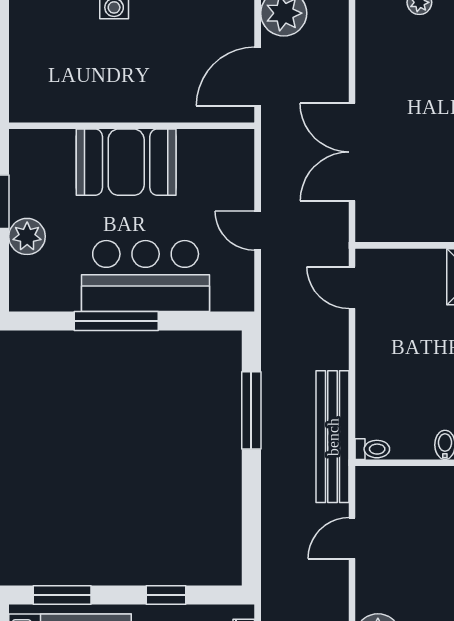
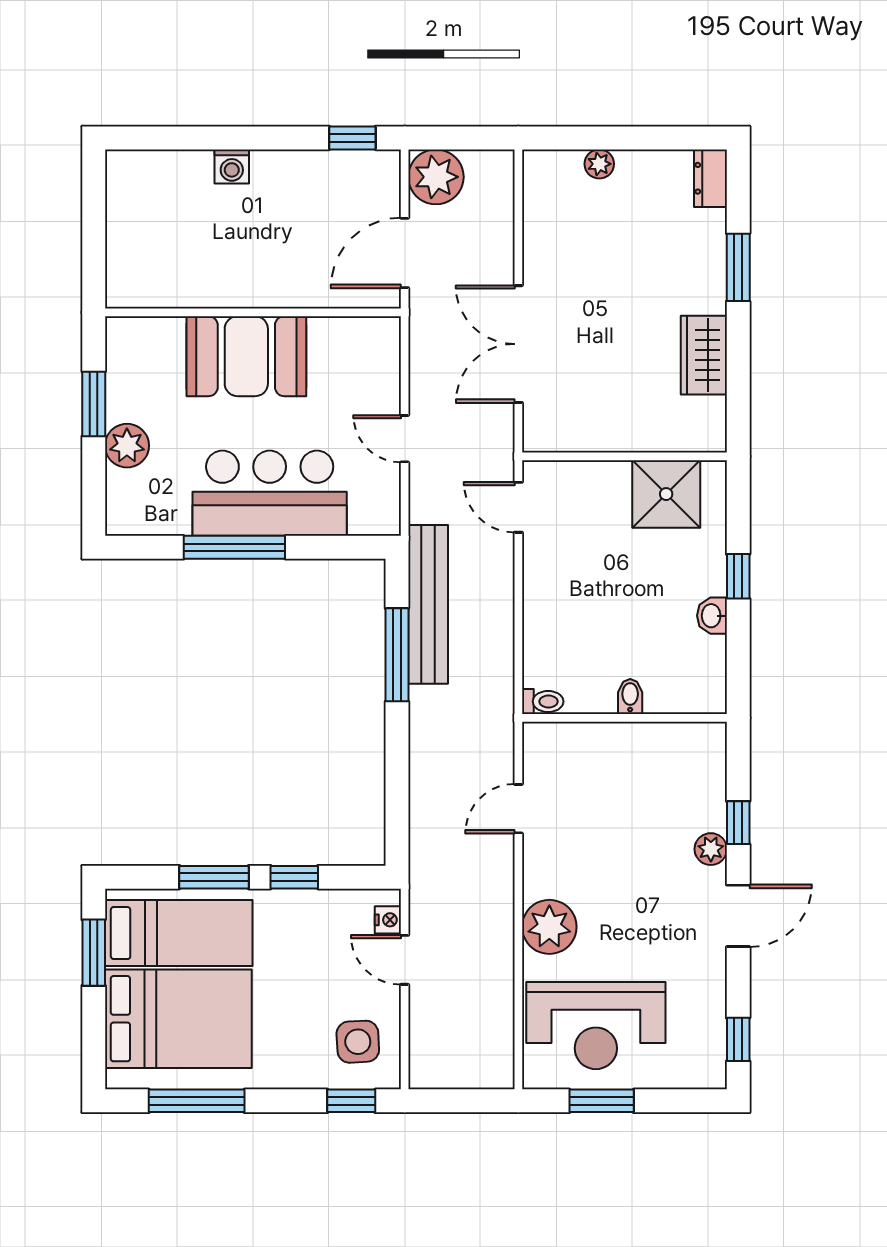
bench: (333, 437) -> (428, 604), moved
window: (62, 595) -> (214, 877), moved

